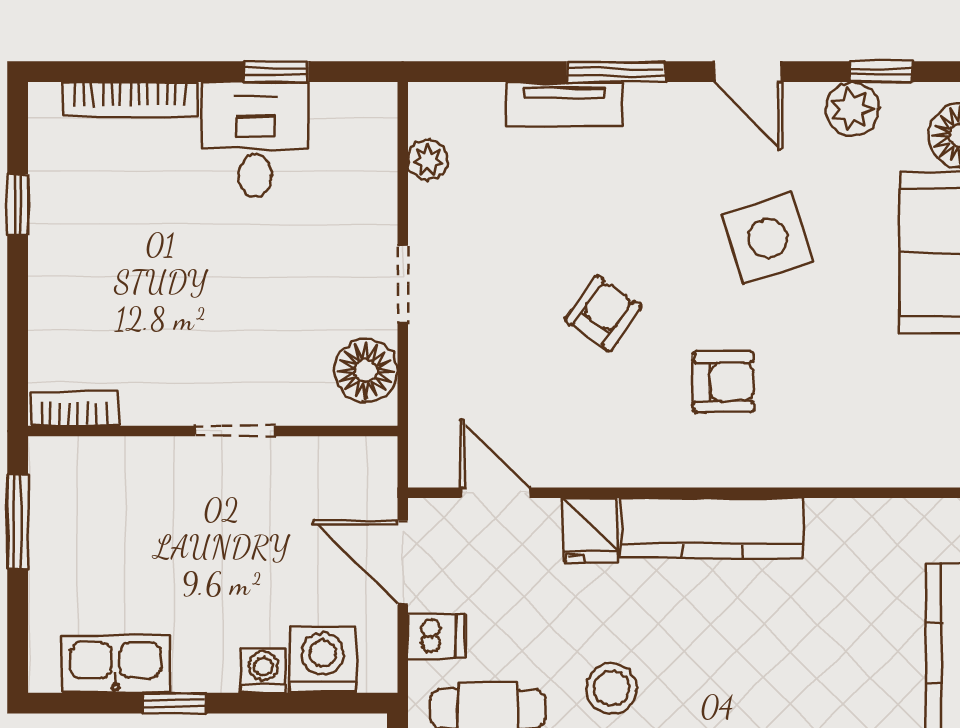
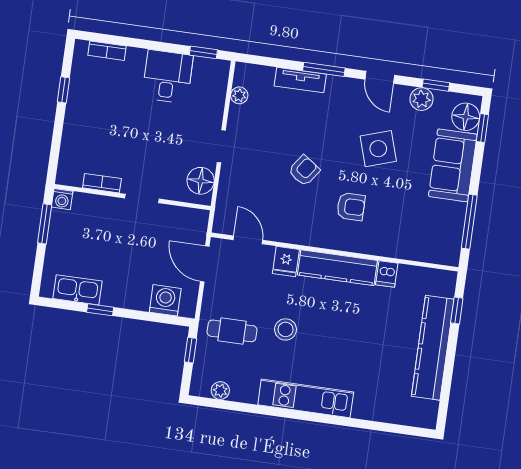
window: (276, 72) -> (203, 52), moved
bookcase: (130, 99) -> (107, 51), width x0.64
bookcase: (74, 409) -> (102, 183), moved
dishwasher: (436, 636) -> (387, 274), moved, turned 90
washing machine: (263, 671) -> (62, 199), moved, turned 180

